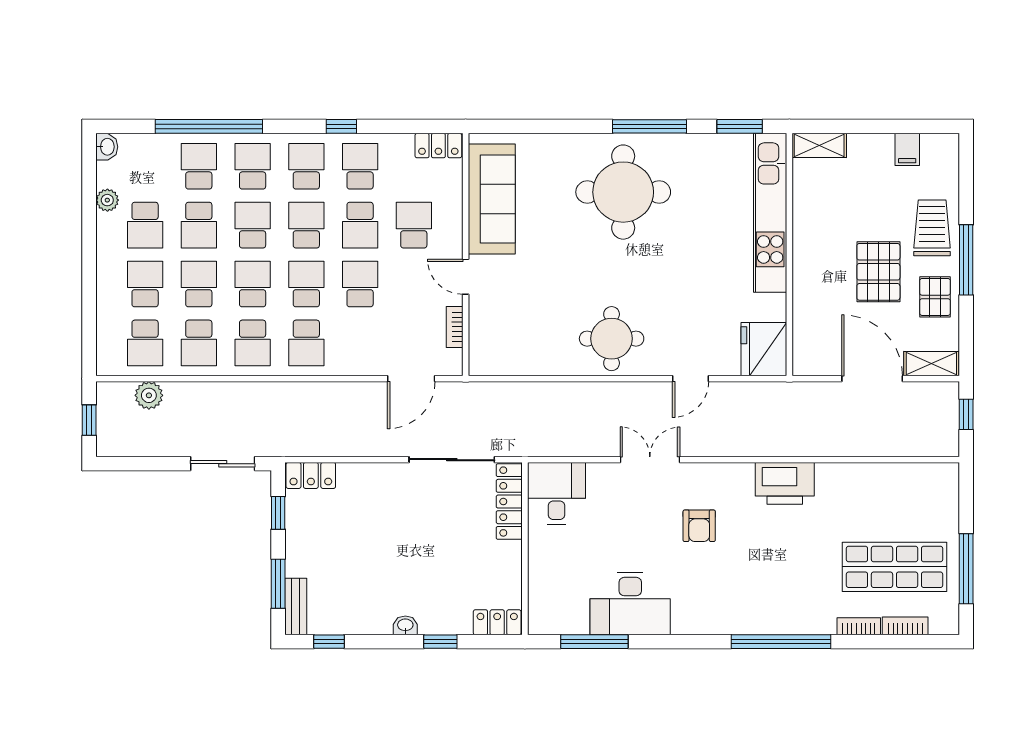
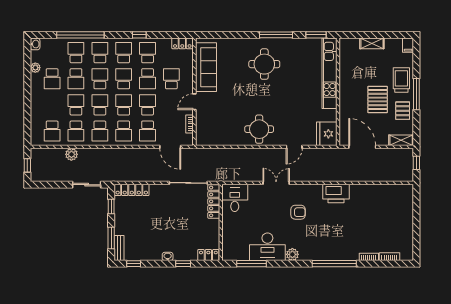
shelving: (819, 145) -> (372, 43), moved
filing cabinet: (907, 149) -> (408, 45), moved
round table: (623, 192) -> (264, 64), width x0.73, depth x0.73
door: (466, 277) -> (194, 102), hinge flipped
school desk: (145, 284) -> (148, 131), moved, turned 180
door: (411, 379) -> (170, 147), hinge flipped
door: (872, 379) -> (362, 147), moved
plant: (149, 395) -> (71, 154), moved
locker: (311, 475) -> (132, 190), width x1.53
armchair: (699, 526) -> (298, 212), turned -90
shop shelf: (895, 567) -> (385, 230), removed
window: (966, 569) -> (416, 231), removed
plant: (686, 621) -> (292, 254), added

